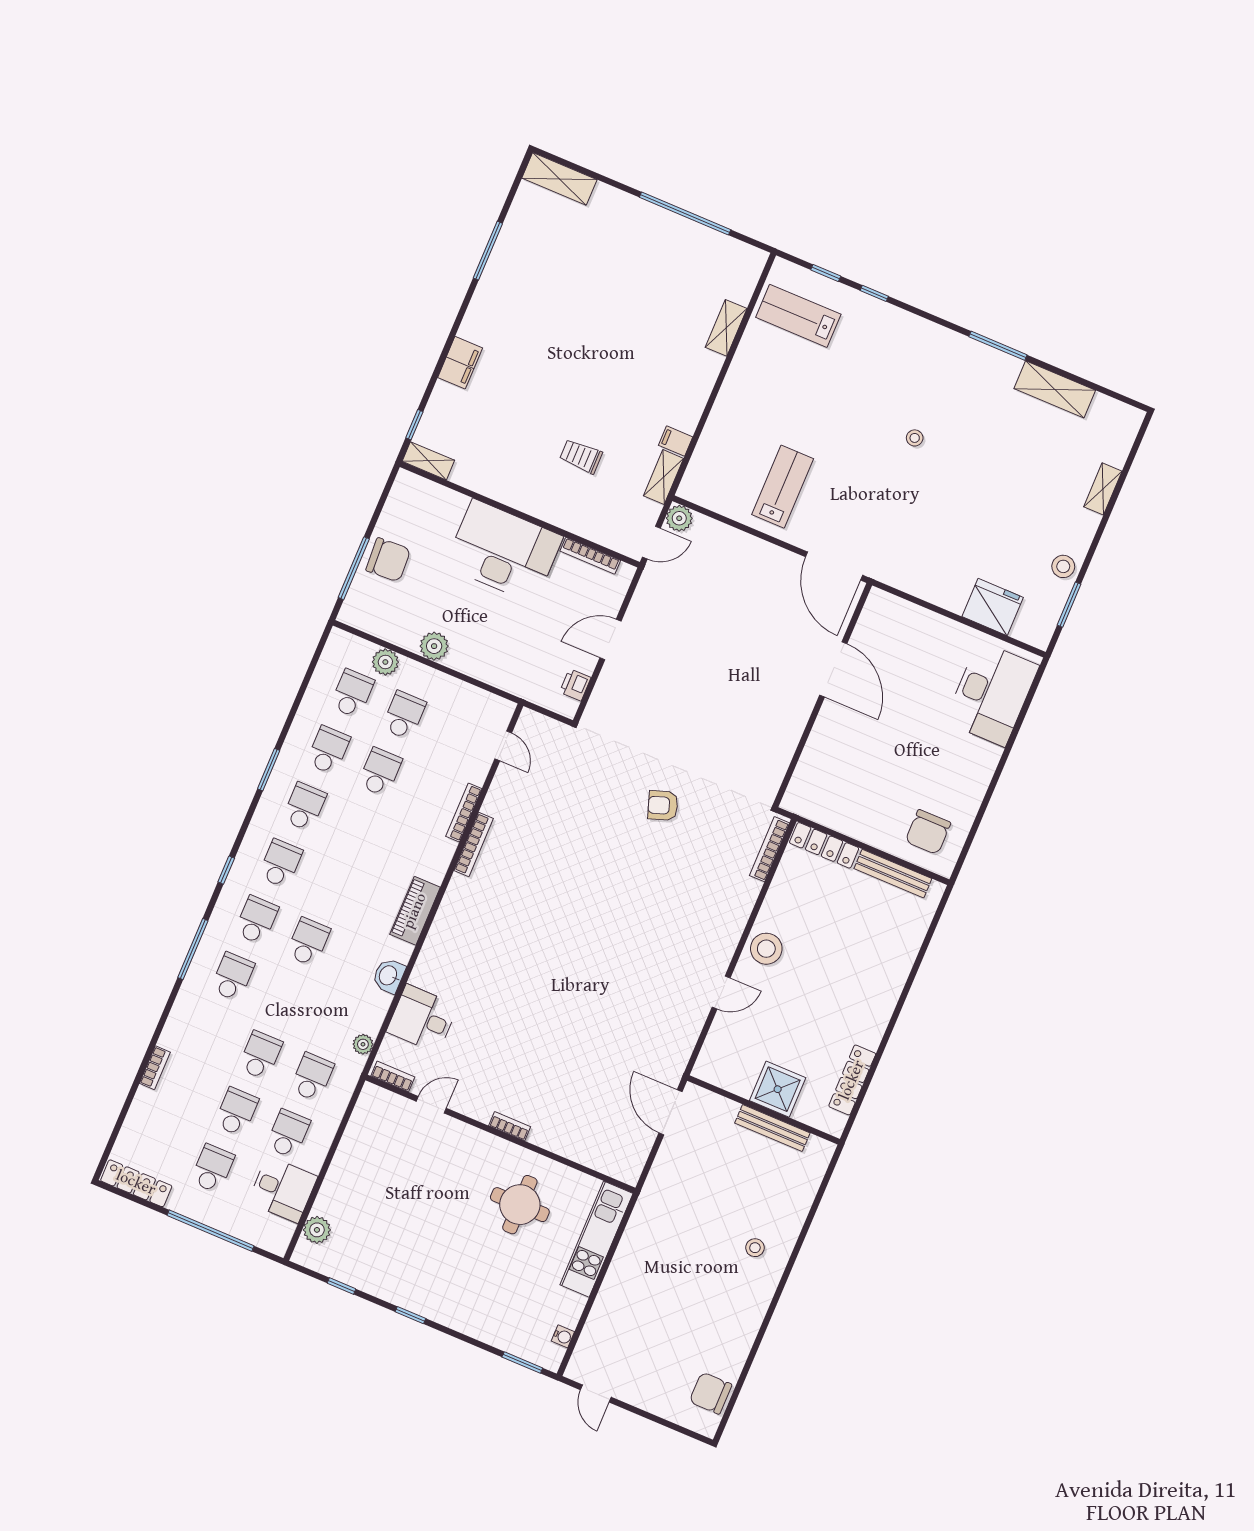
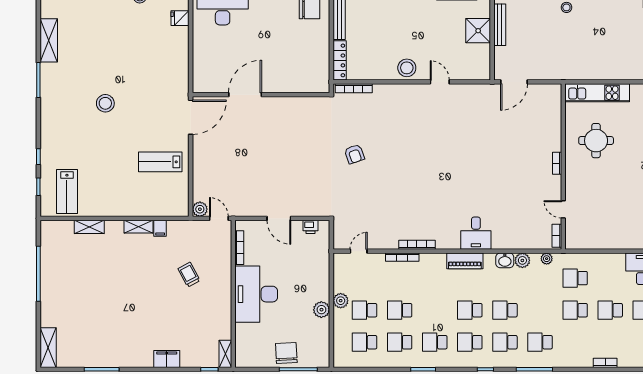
stool: (915, 438) -> (105, 103), width x1.89, depth x1.89
trolley: (581, 456) -> (189, 275), turned 152
shelving: (664, 477) -> (138, 227), moved
fridge: (993, 607) -> (180, 18), width x0.53, depth x0.75
plant: (385, 662) -> (341, 301), moved
plant: (377, 1004) -> (522, 260), added
desk: (422, 1019) -> (476, 233), moved
school desk: (288, 1134) -> (470, 310), moved

